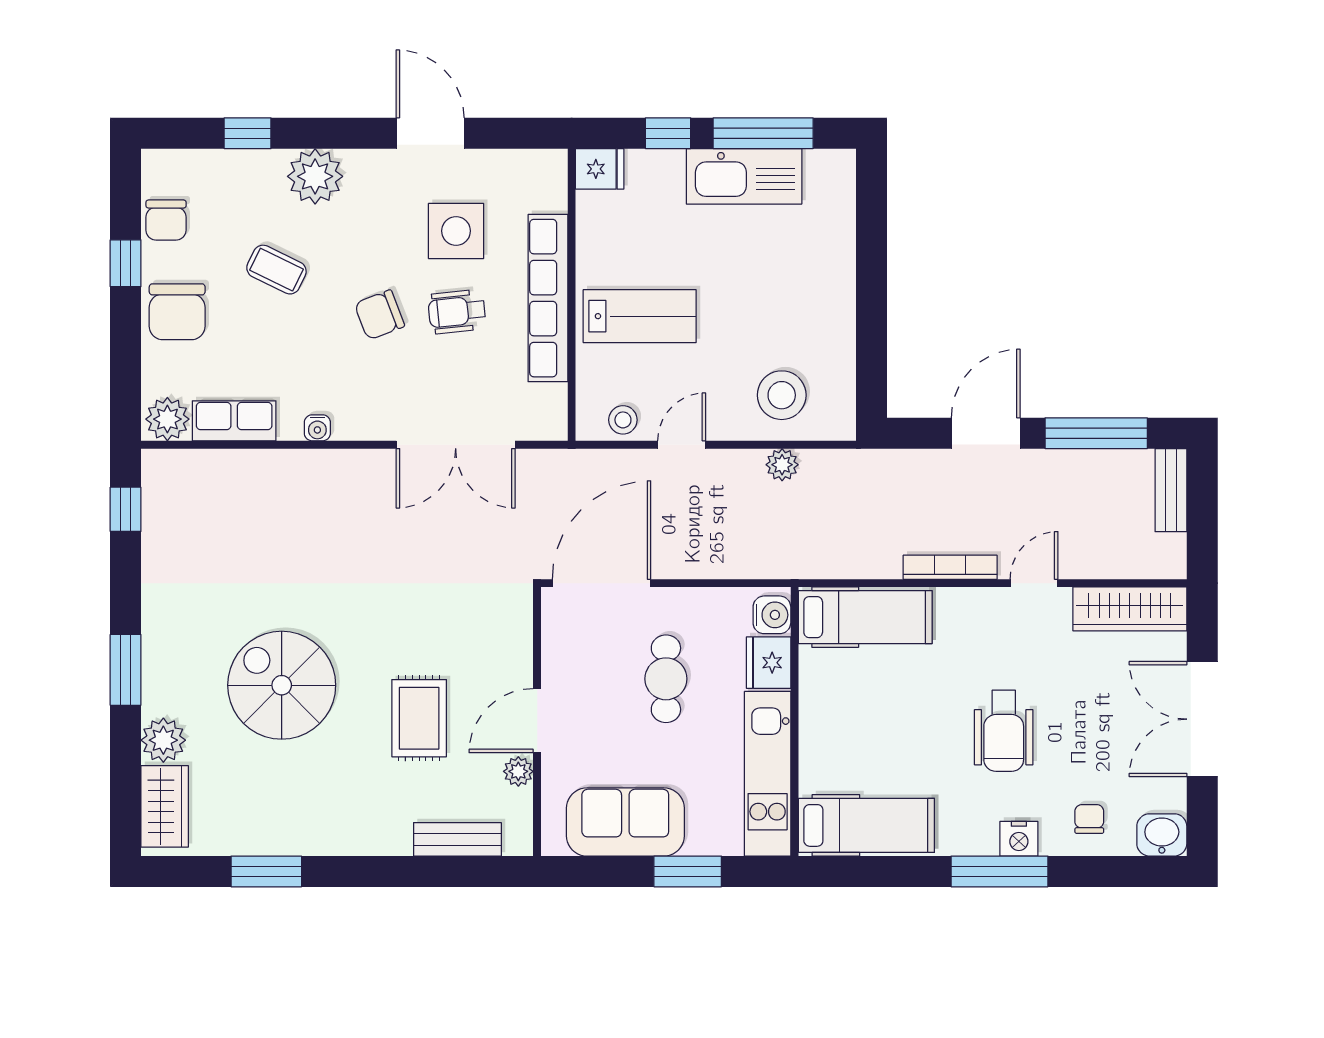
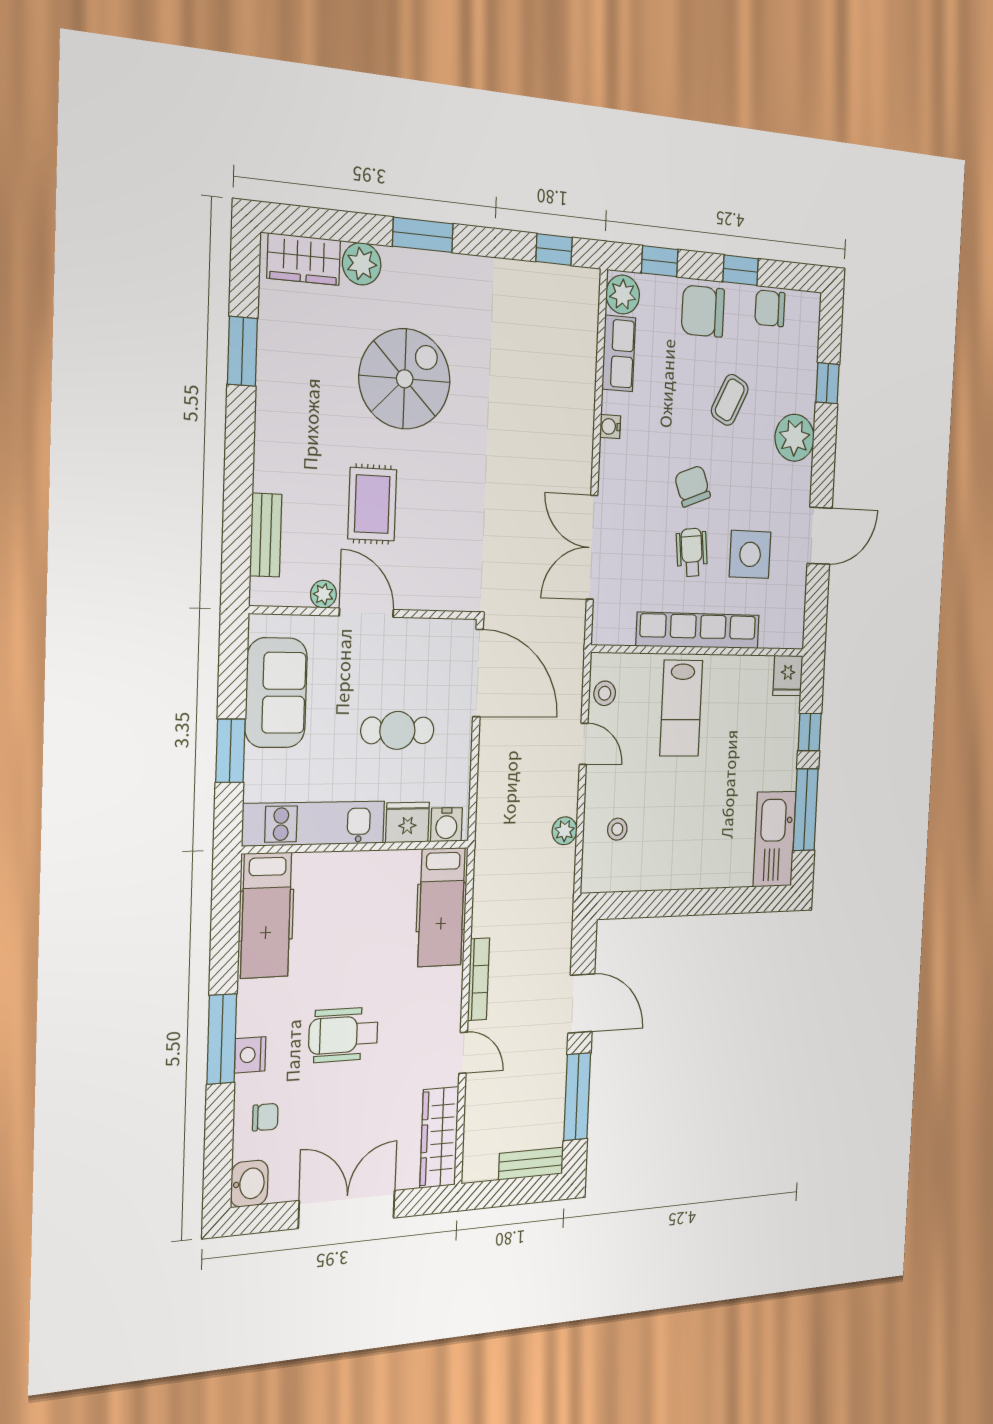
kitchen sink: (744, 176) -> (774, 839), moved
window: (126, 373) -> (660, 261), added
stool: (782, 395) -> (617, 829), width x0.53, depth x0.53
rug: (419, 718) -> (372, 504), turned 90

